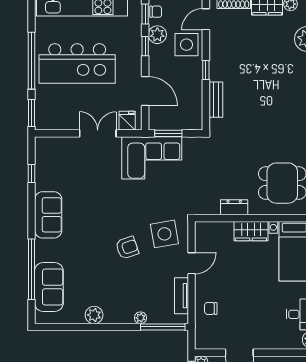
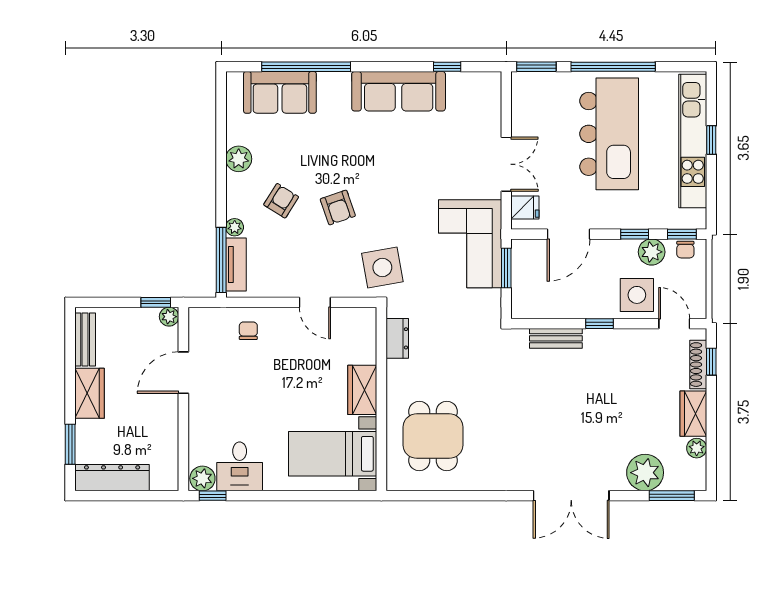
kitchen island: (77, 63) -> (609, 134), turned 180
dresser: (234, 207) -> (397, 338), moved
sofa: (48, 215) -> (399, 91), width x1.36
side table: (164, 234) -> (382, 268), moved
armchair: (123, 286) -> (281, 201), added
tv unit: (181, 296) -> (236, 265), moved, turned 90

